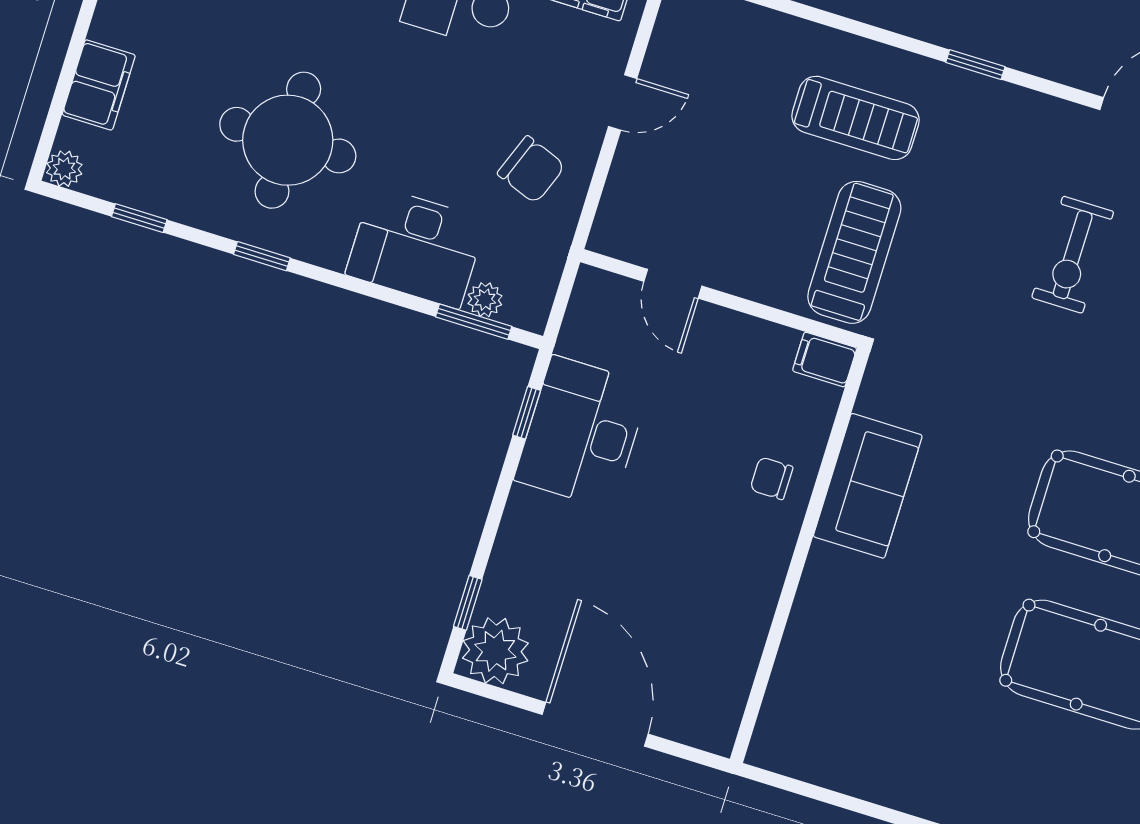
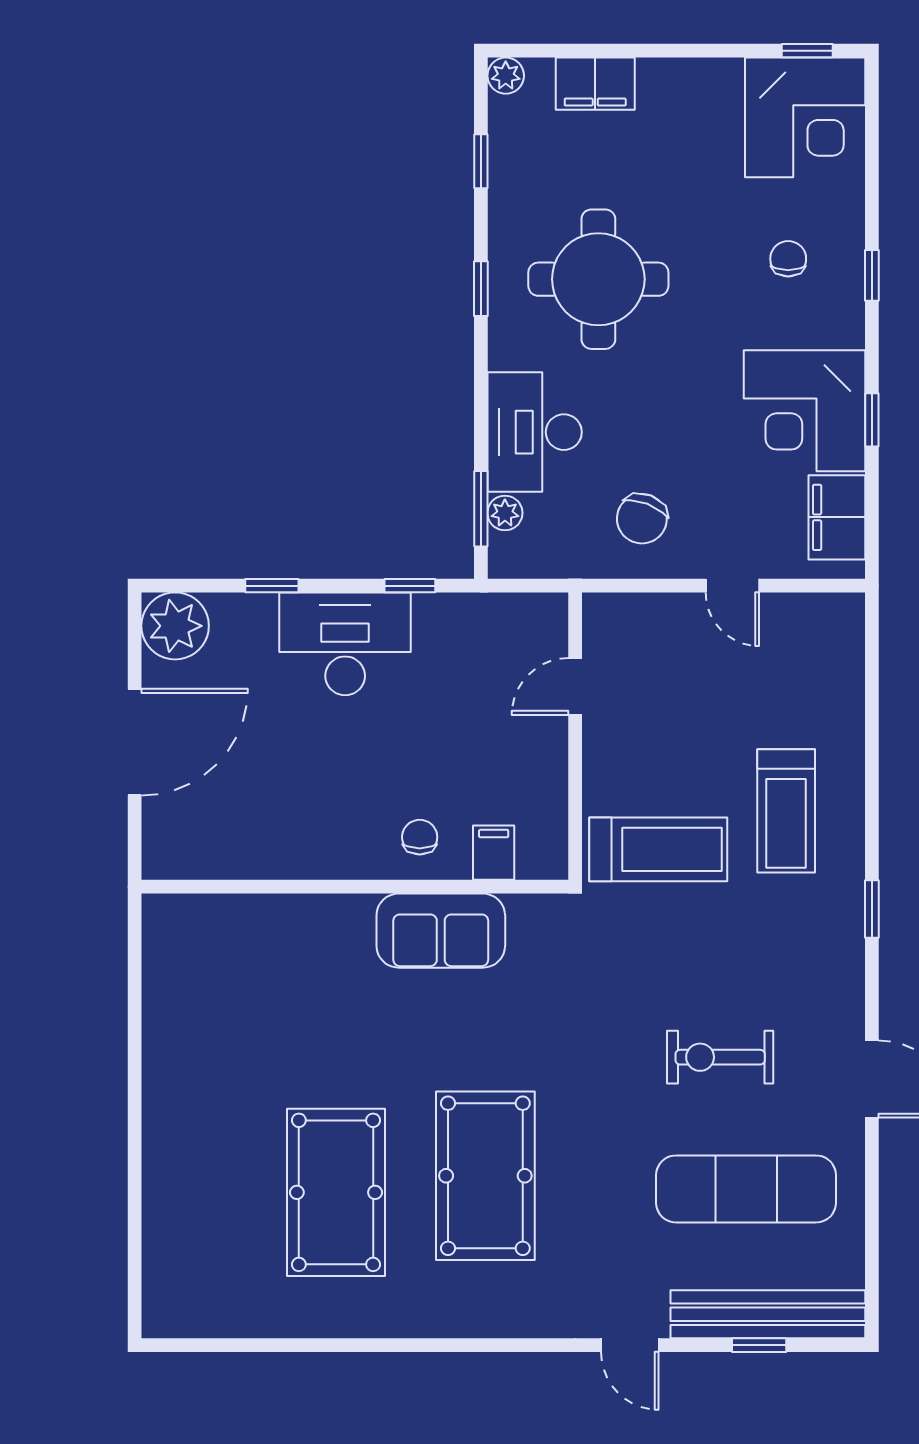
filing cabinet: (825, 359) -> (494, 853), moved
desk: (582, 432) -> (345, 644), moved
window: (468, 603) -> (272, 586), moved

